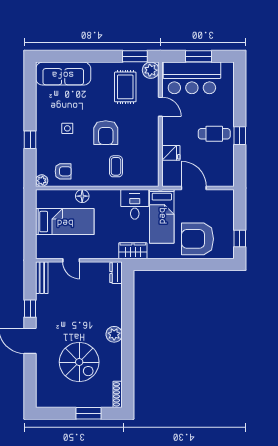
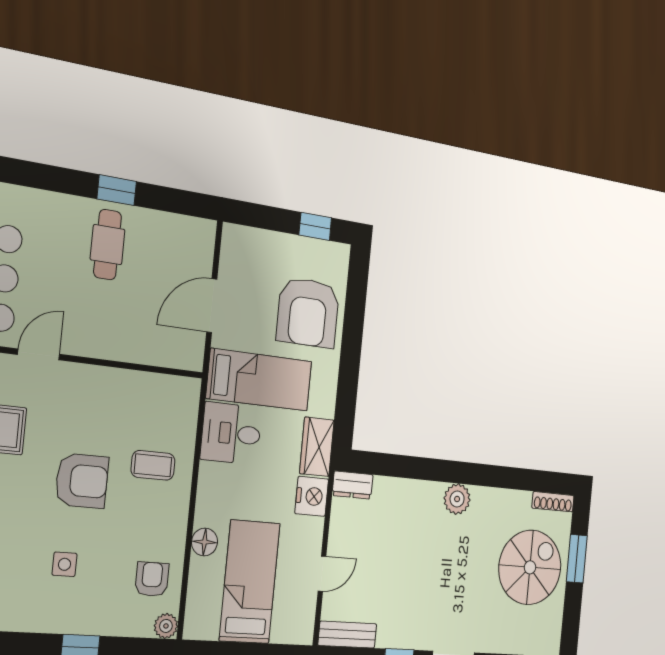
fridge: (171, 153) -> (137, 344), removed
nightstand: (109, 251) -> (312, 496), added
spiral stairs: (79, 362) -> (530, 567), moved

